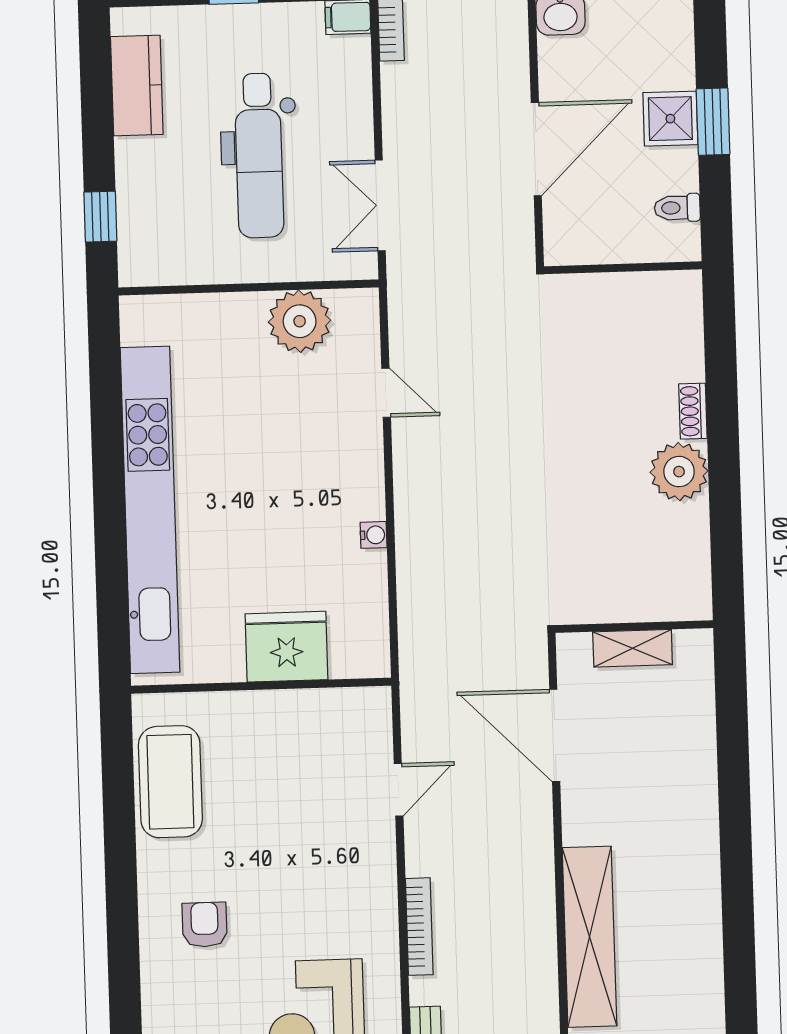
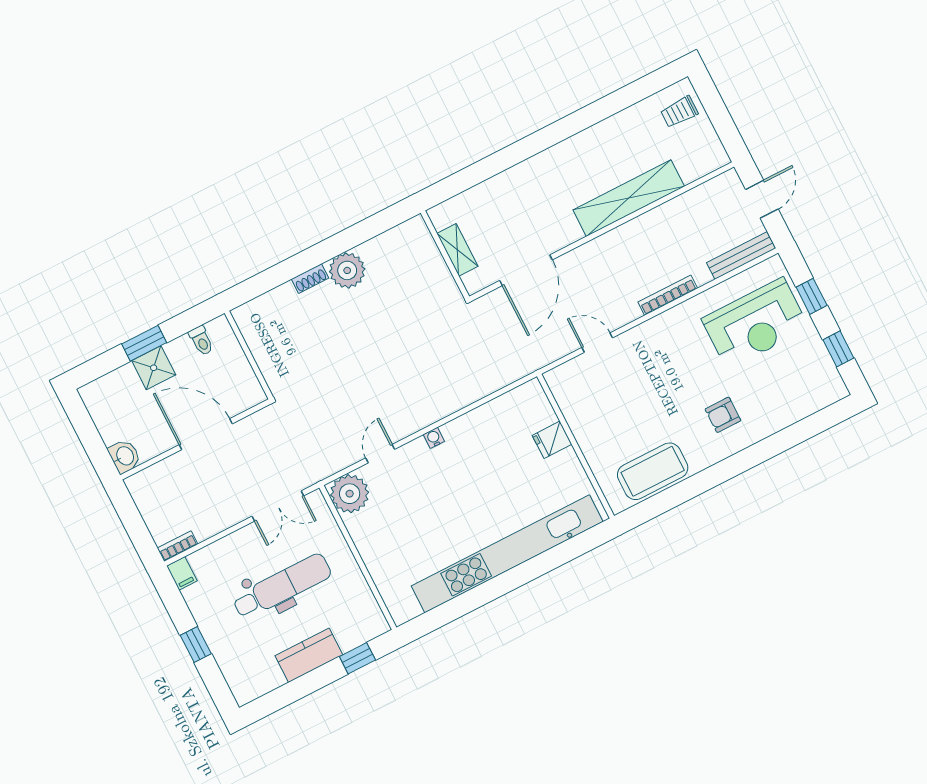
kitchen counter: (137, 86) -> (309, 655), moved
plant: (300, 321) -> (350, 494), moved
water cooler: (374, 535) -> (434, 438), moved
fridge: (286, 647) -> (552, 440), width x0.53, depth x0.75

